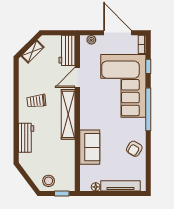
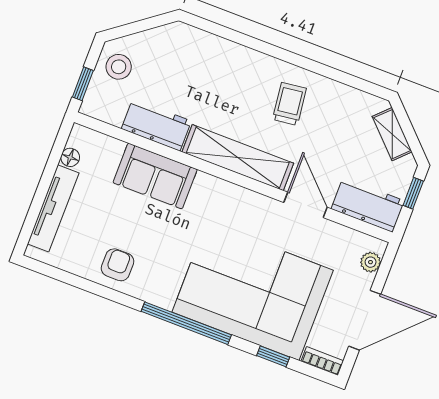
window: (55, 33) -> (413, 193), added
workbench: (26, 138) -> (156, 125), moved, turned 180
armchair: (134, 149) -> (118, 265), turned 59

